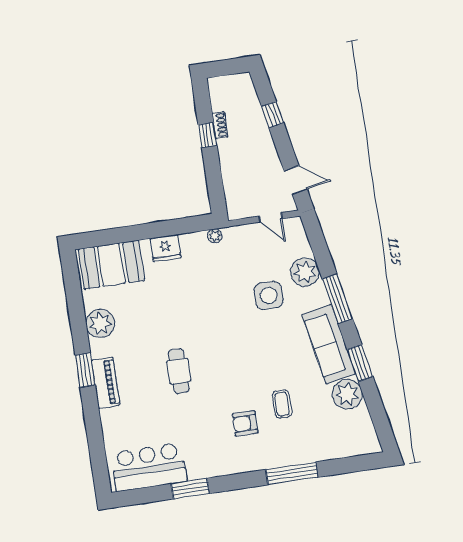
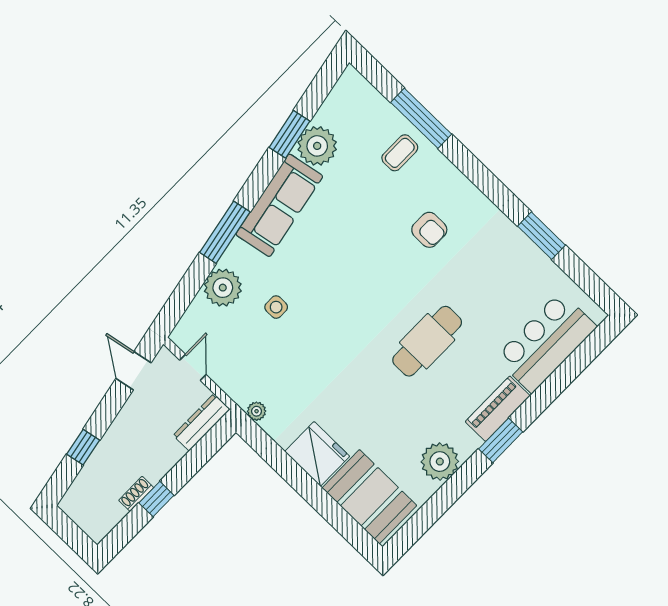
dresser: (233, 197) -> (201, 422), added
fridge: (165, 248) -> (317, 454), width x1.36, depth x1.34
side table: (269, 295) -> (276, 307), width x0.54, depth x0.54
window: (360, 363) -> (290, 134), moved
cafe table: (179, 371) -> (427, 341), width x1.37, depth x1.35
coffee table: (282, 404) -> (400, 153), moved
bar counter: (149, 467) -> (546, 342), moved, turned 90
window: (292, 473) -> (421, 118), moved

